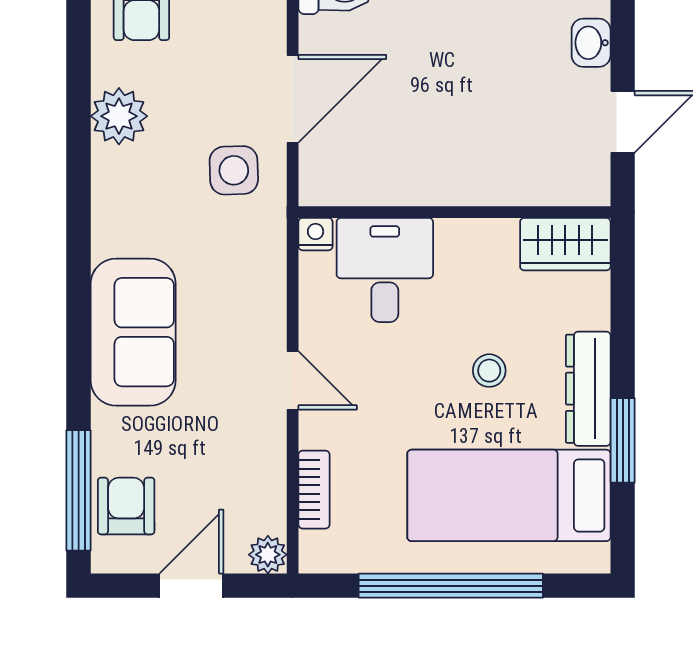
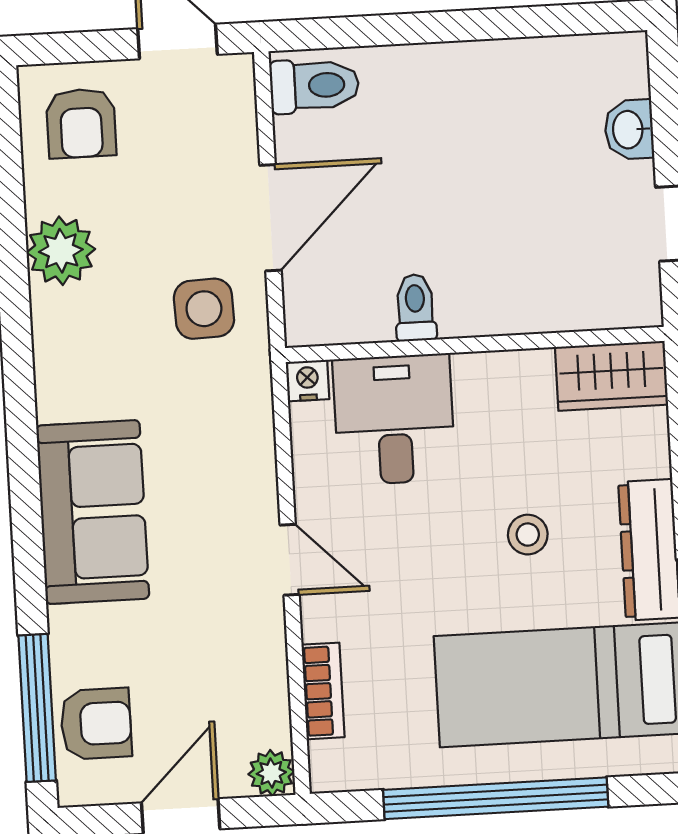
toilet: (407, 179) -> (415, 308), added
armchair: (126, 506) -> (96, 724), turned 90

